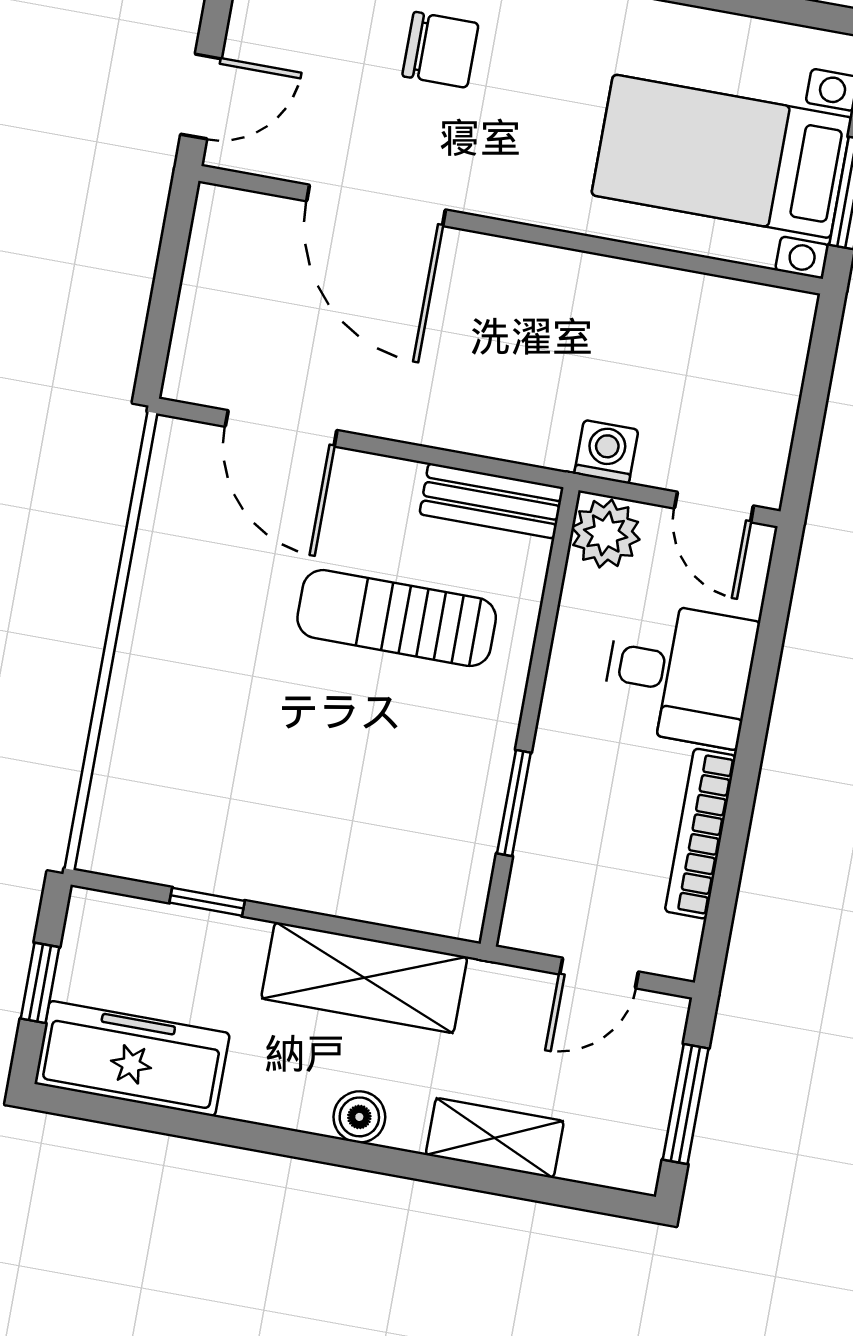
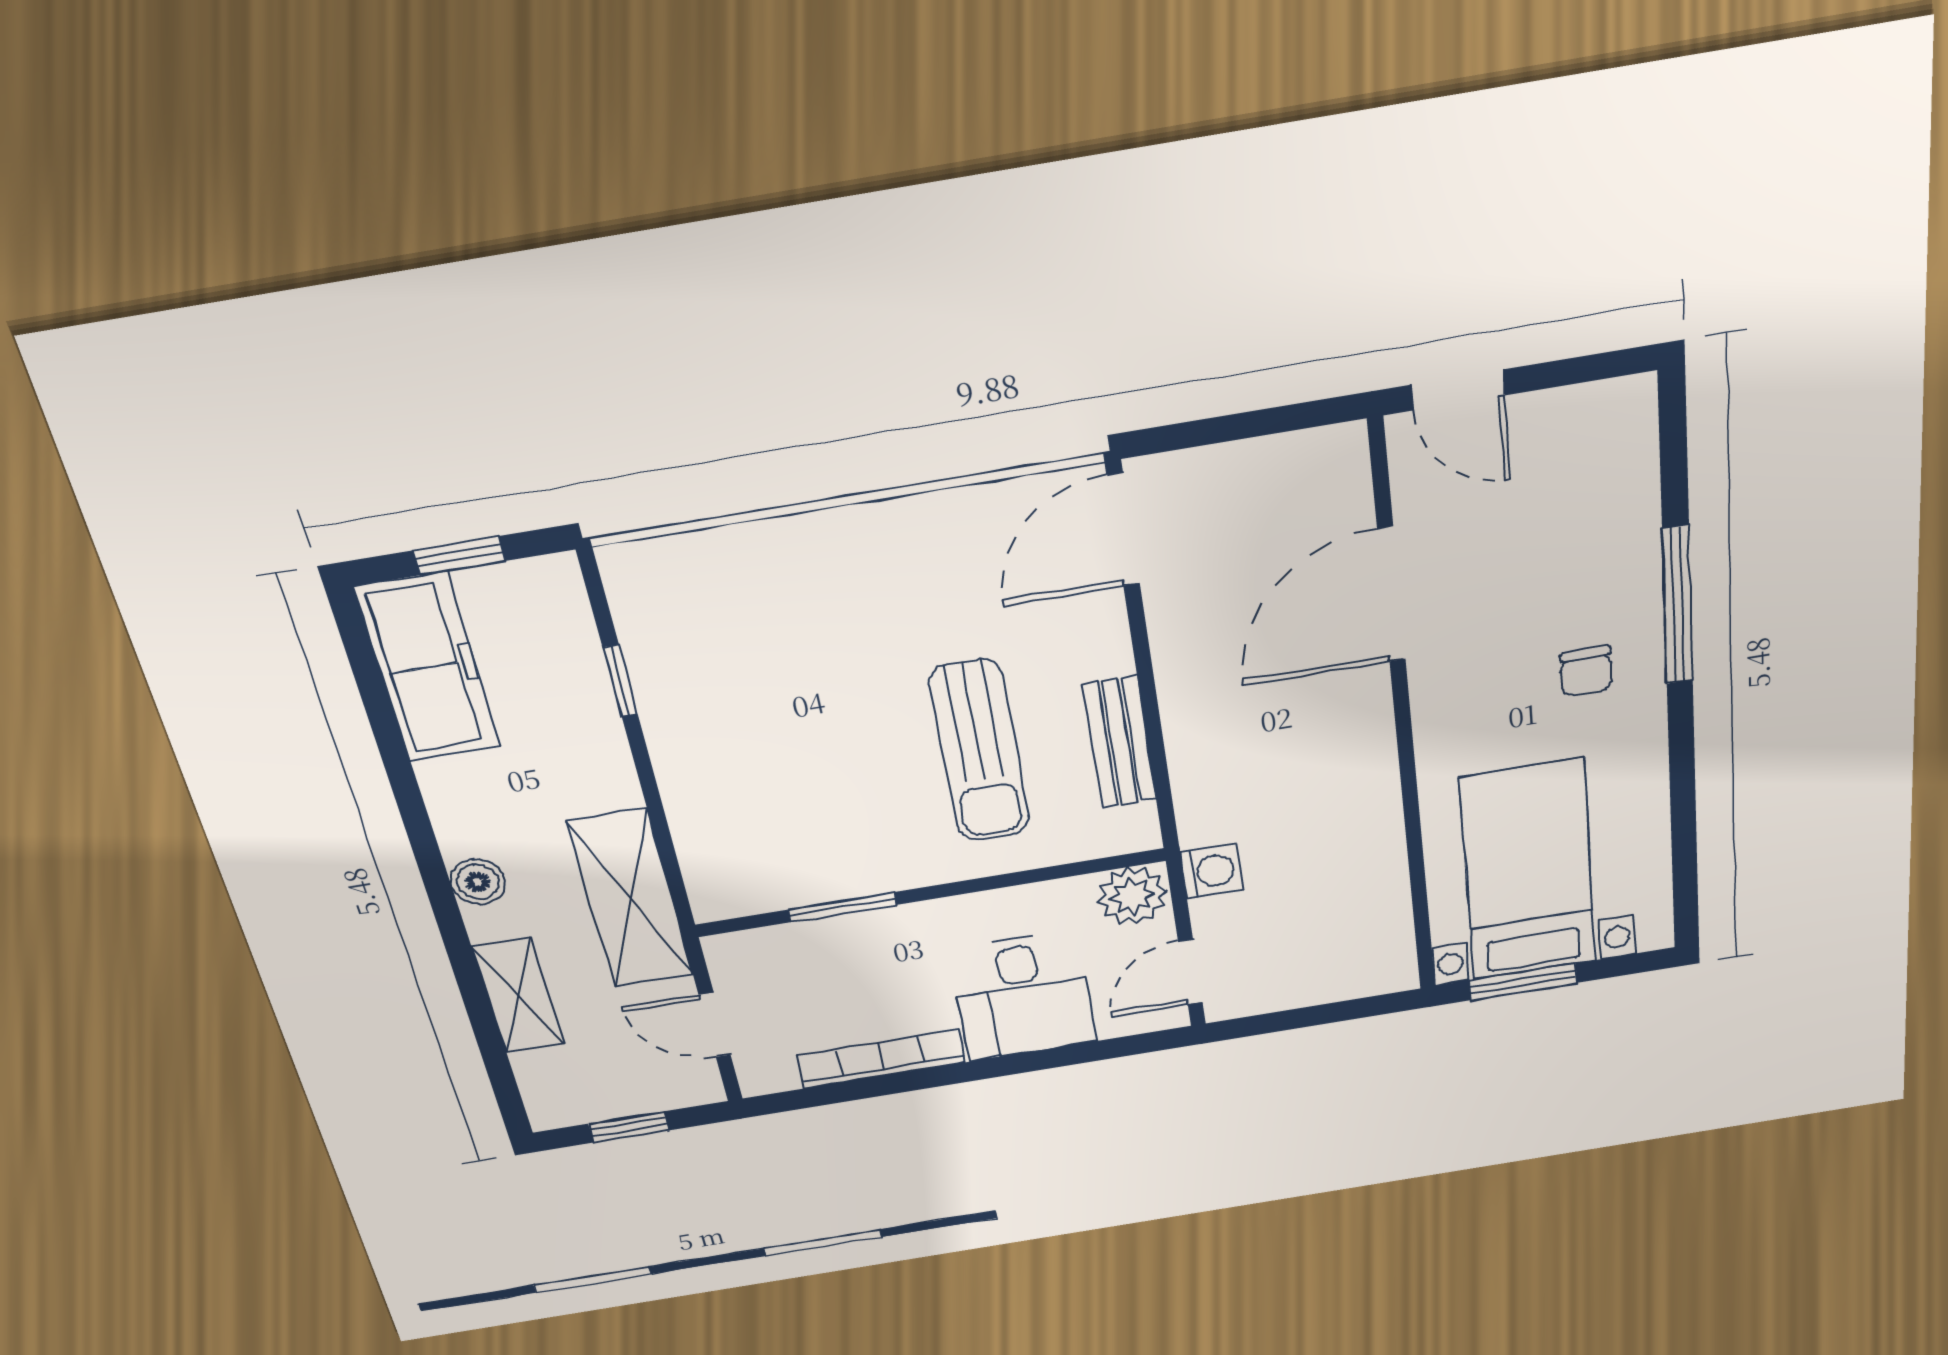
chair: (440, 50) -> (1586, 671), moved, width x0.73, depth x0.73
door: (281, 428) -> (1123, 530), moved
bench: (492, 501) -> (1120, 743), moved
sun lounger: (397, 618) -> (980, 751), turned 180
shelving: (364, 978) -> (631, 899), moved
window: (686, 1104) -> (629, 1127), width x0.67

